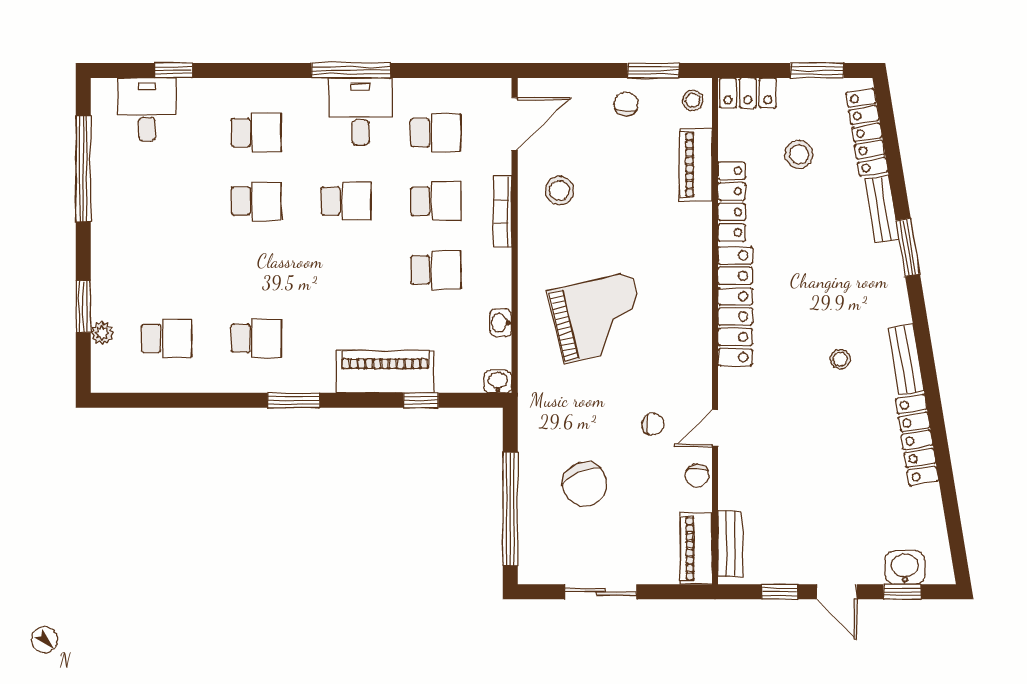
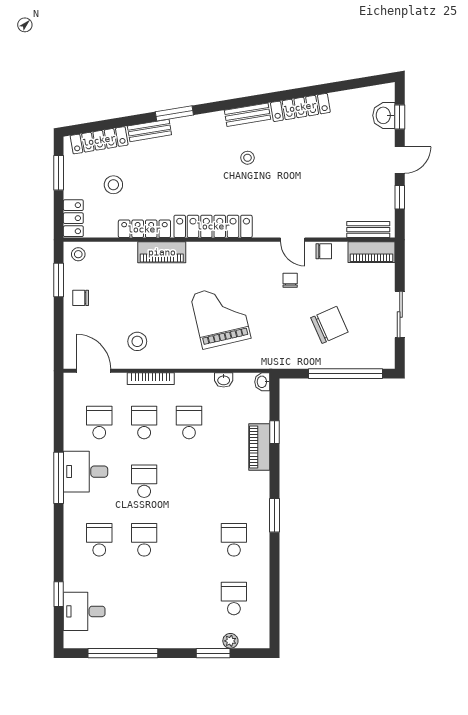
piano: (696, 165) -> (162, 252), moved
piano: (385, 372) -> (259, 447), width x0.73, depth x0.75

